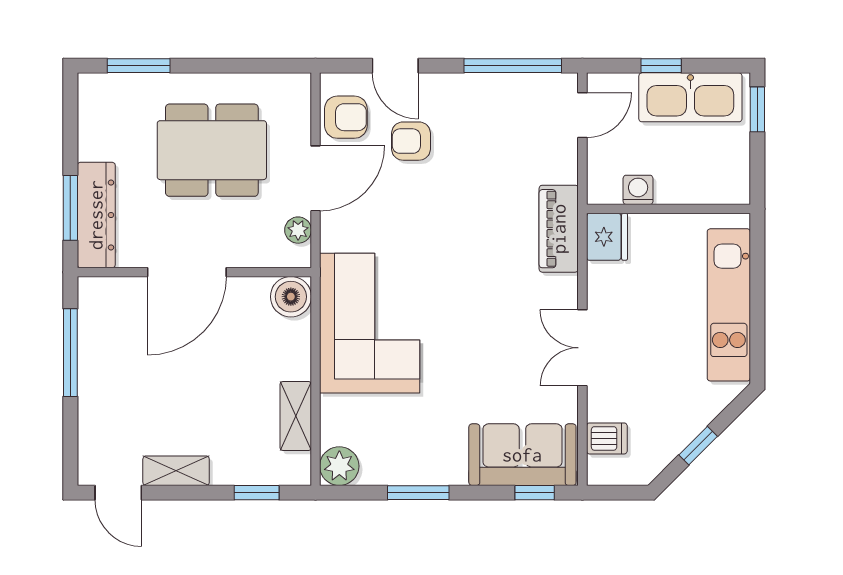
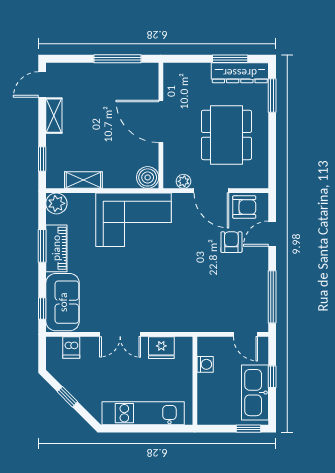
armchair: (346, 117) -> (244, 207), turned -90
window: (70, 208) -> (230, 59), moved
dresser: (96, 215) -> (240, 73), moved
piano: (559, 229) -> (56, 248), moved, turned 90
fridge: (607, 237) -> (161, 348), moved
double door: (582, 348) -> (120, 334), swing flipped

